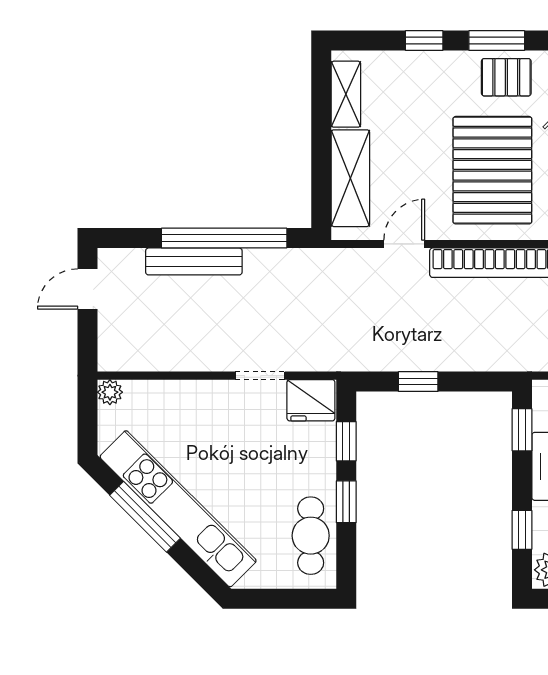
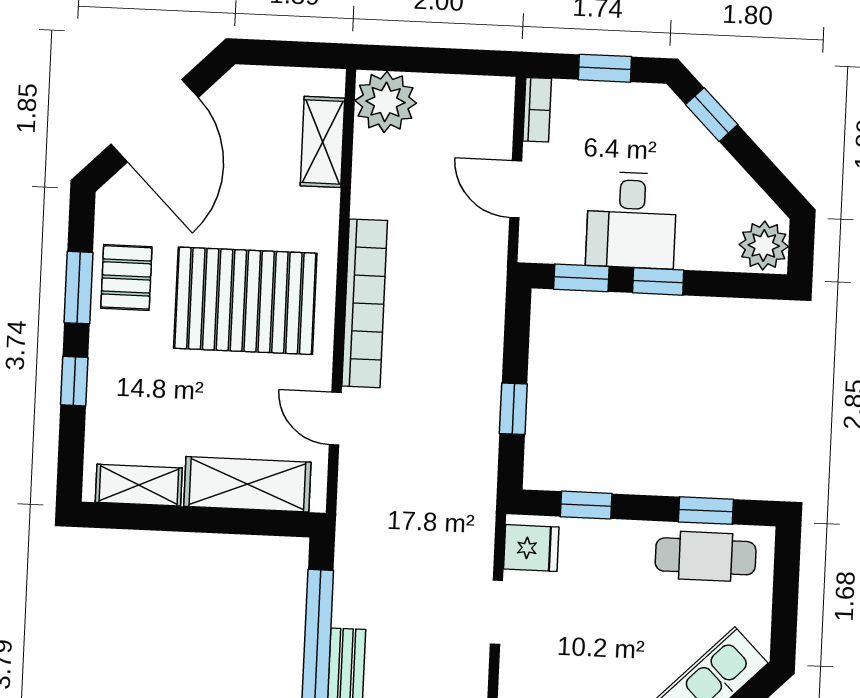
fridge: (311, 400) -> (531, 548), width x0.72
window: (346, 502) -> (706, 511), moved
window: (522, 530) -> (658, 281), moved

